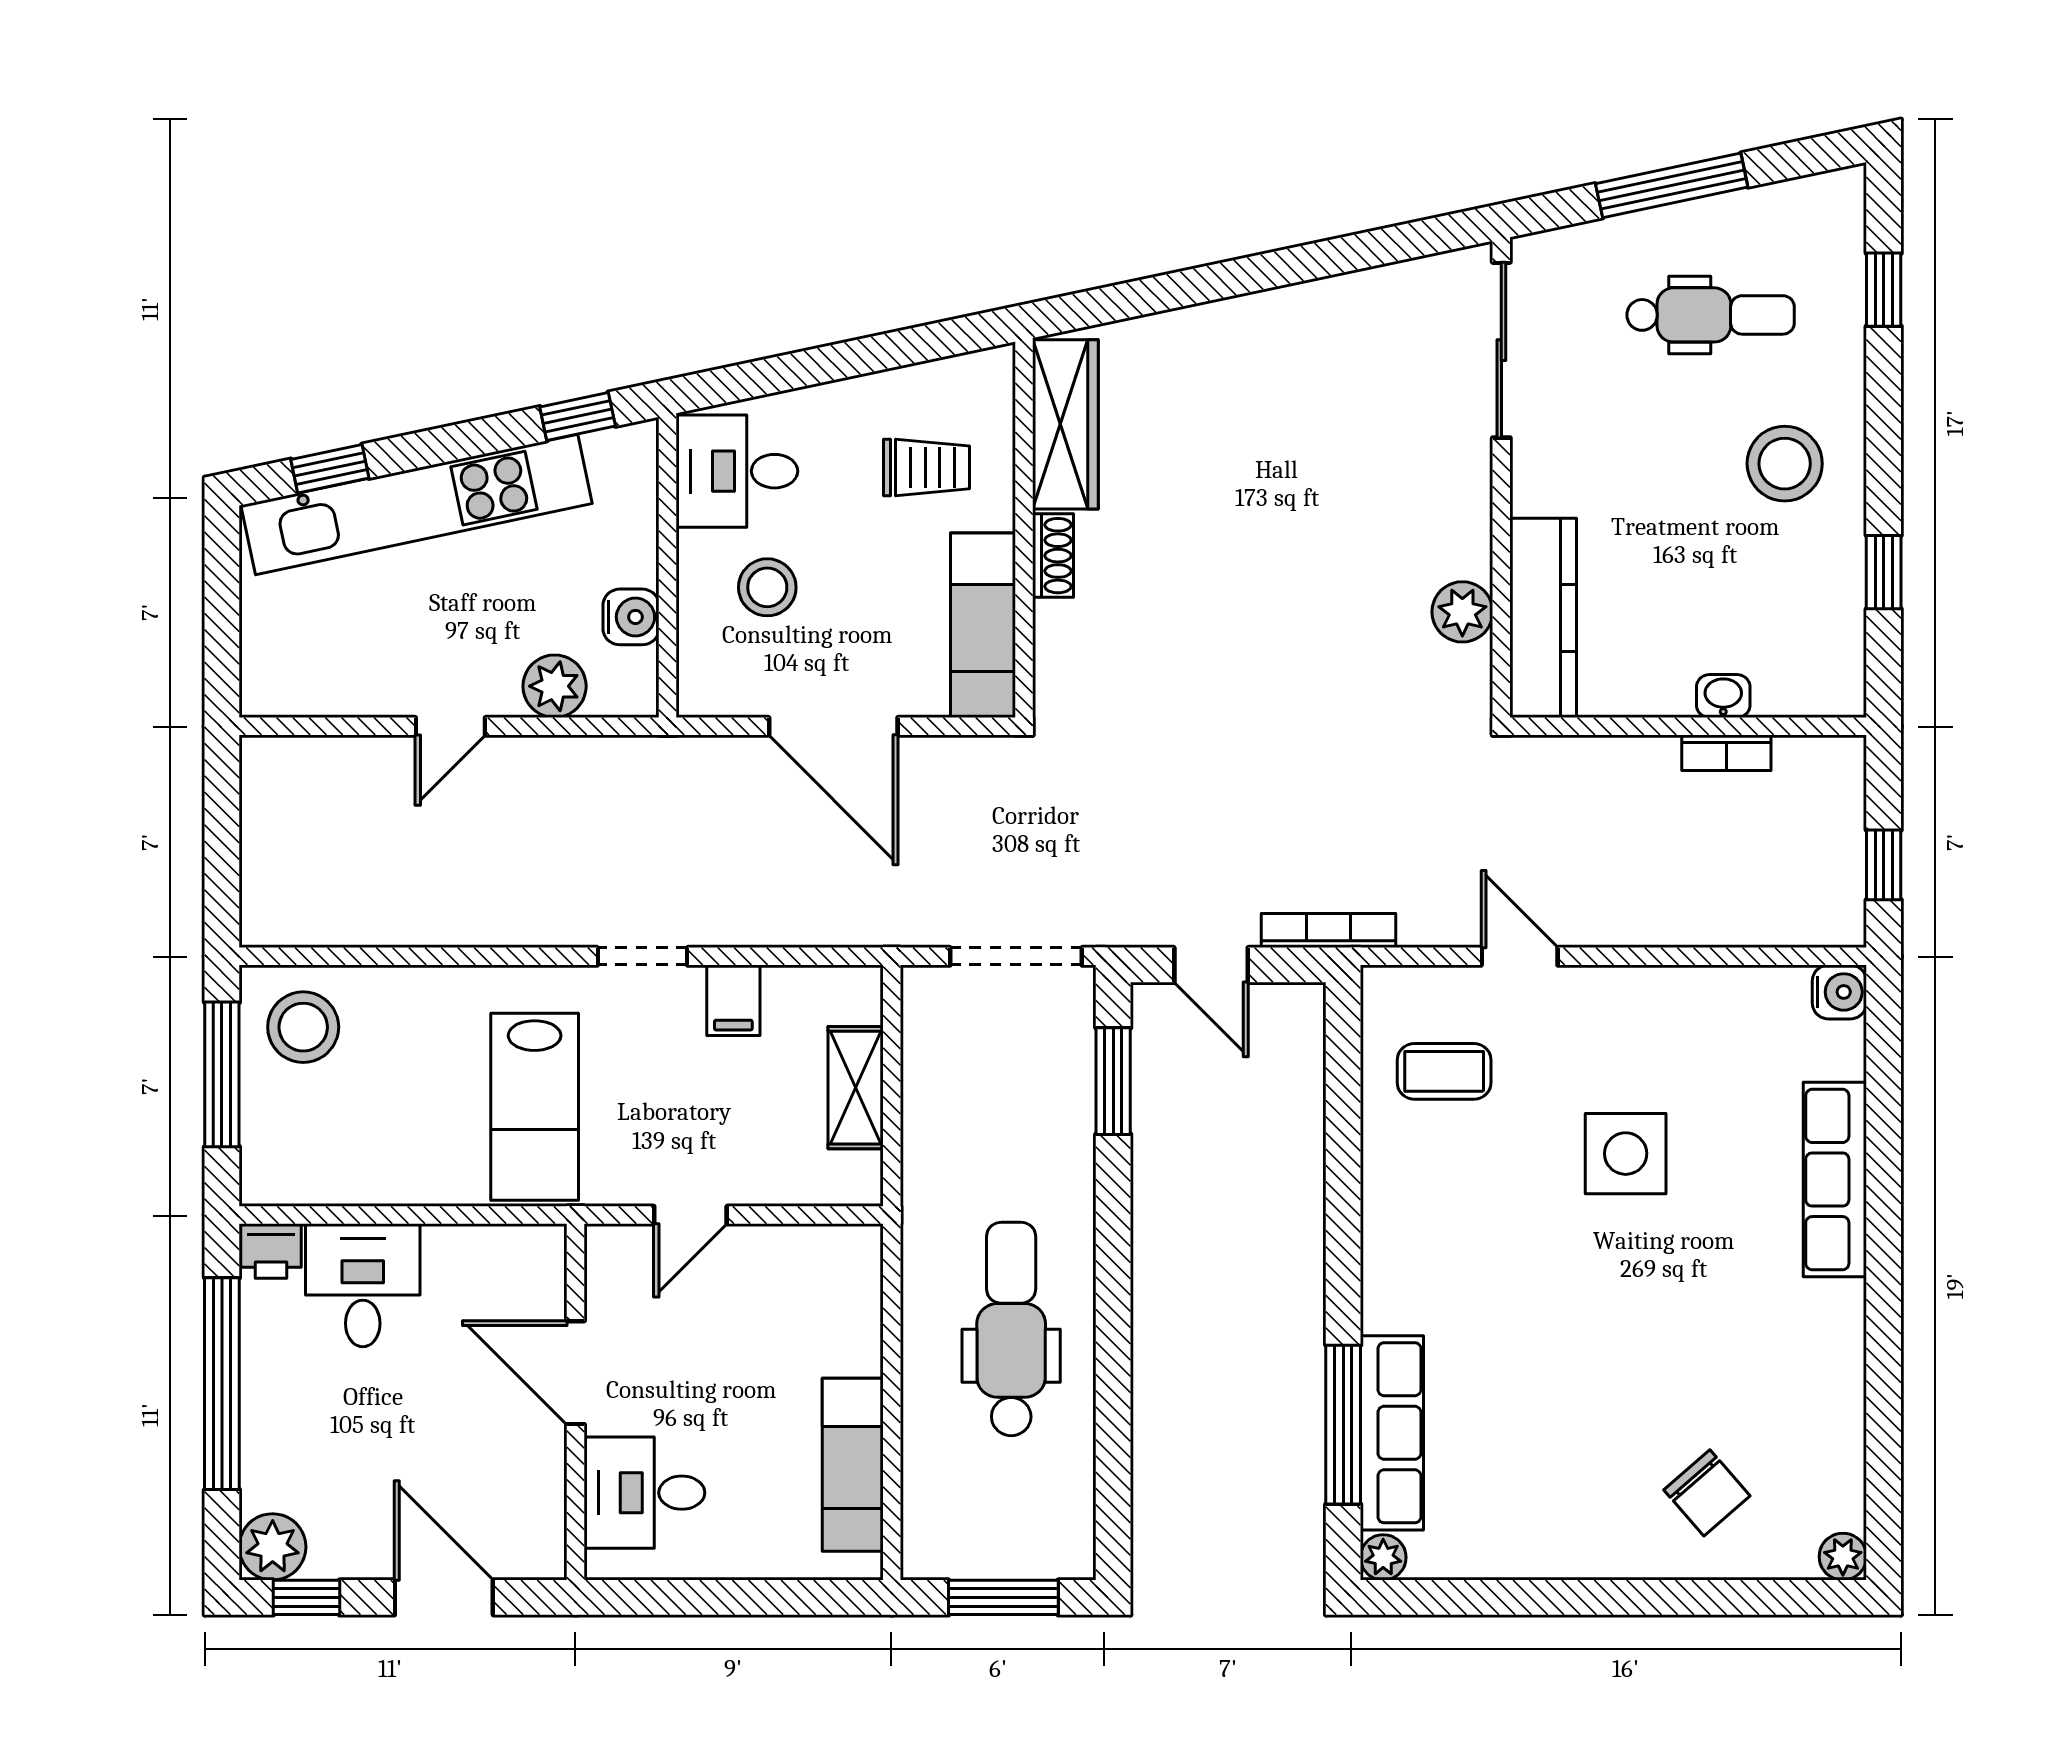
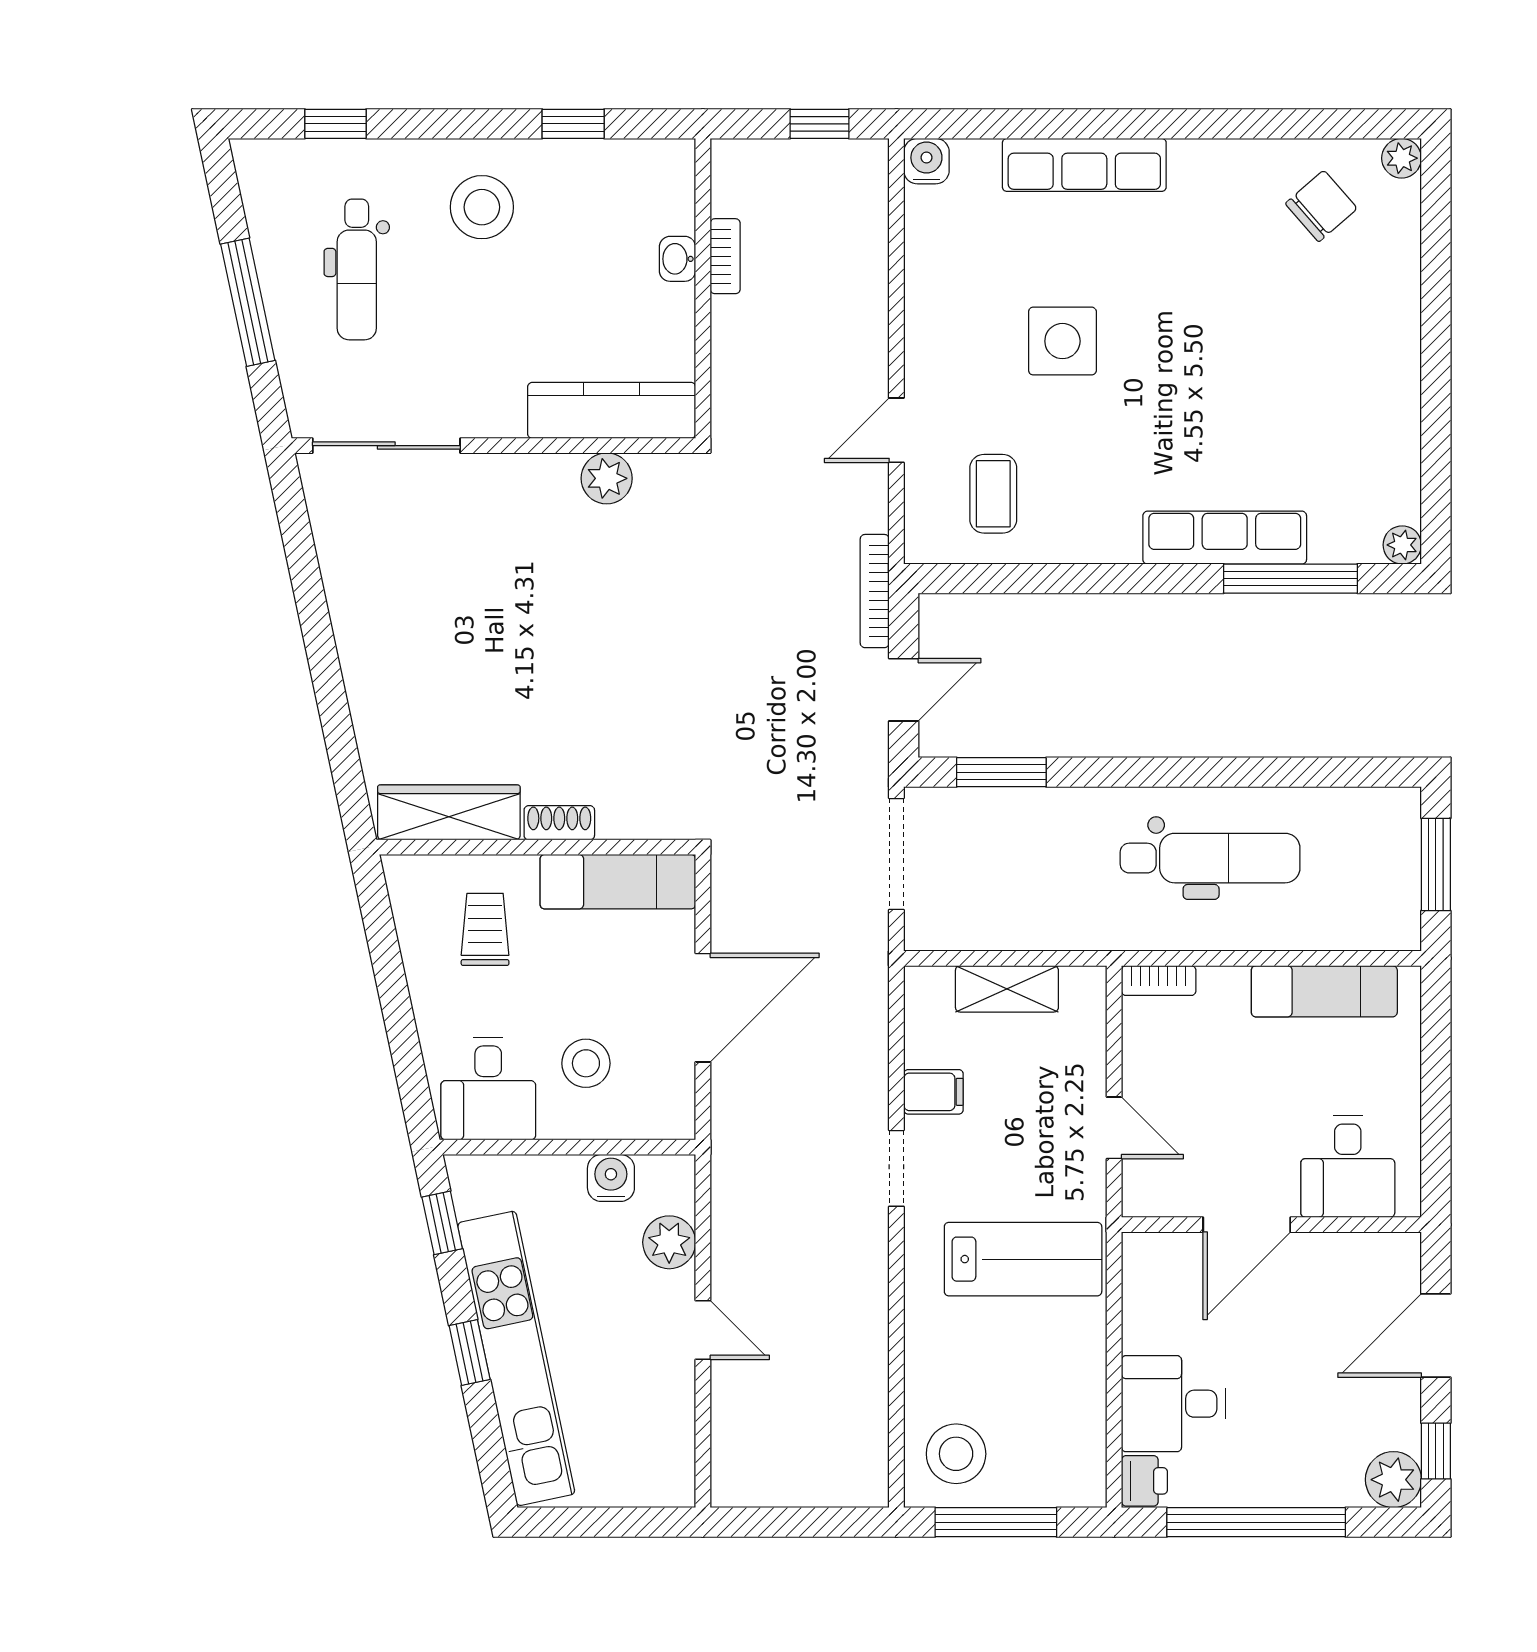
dental chair: (1711, 315) -> (357, 269), turned 180
window: (330, 469) -> (470, 1352), moved
bookcase: (866, 1268) -> (1159, 981), added
dental chair: (1011, 1329) -> (1210, 858), turned 180
row of seats: (1392, 1433) -> (1225, 538), moved
chair: (1707, 1493) -> (1321, 206), moved

